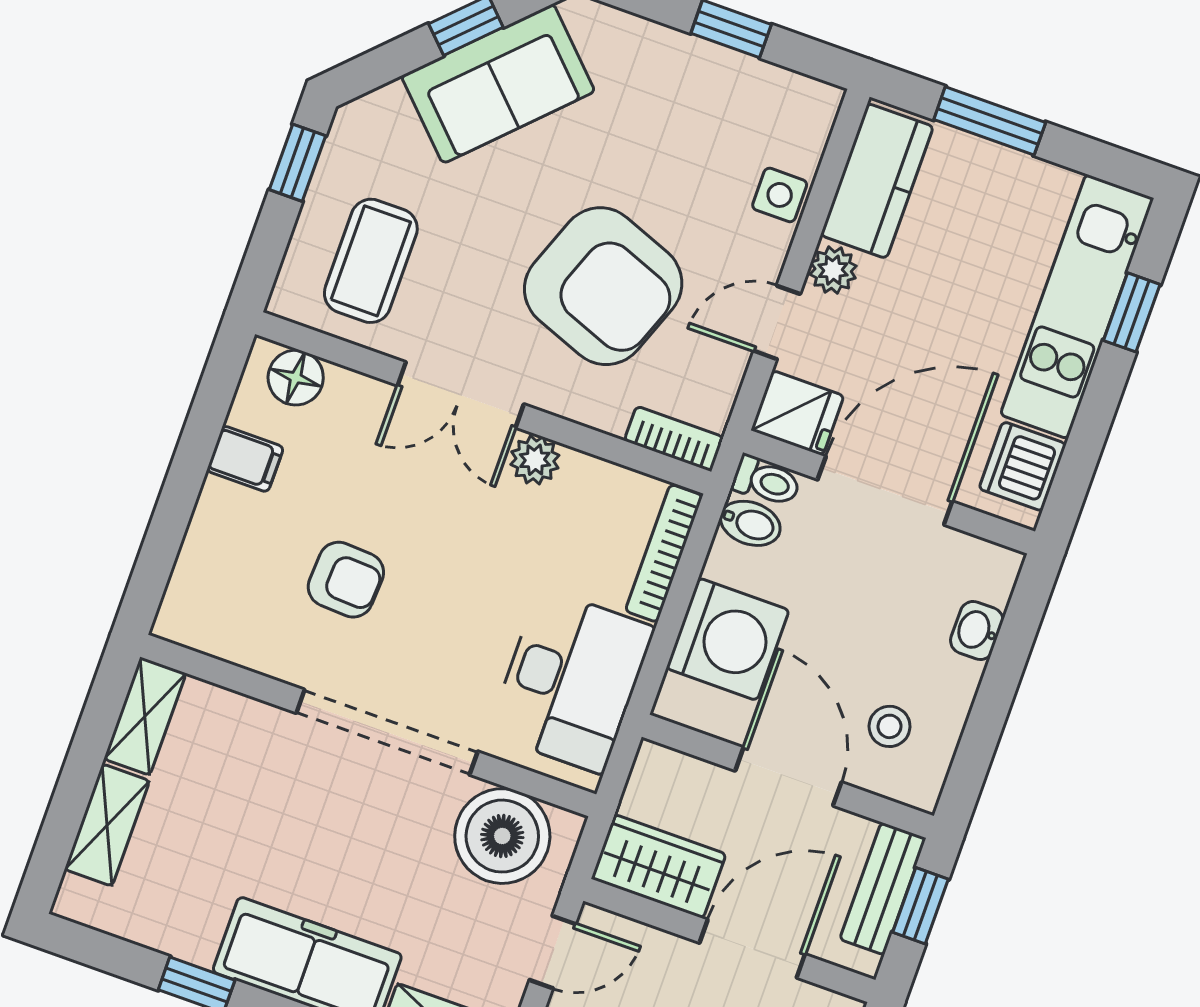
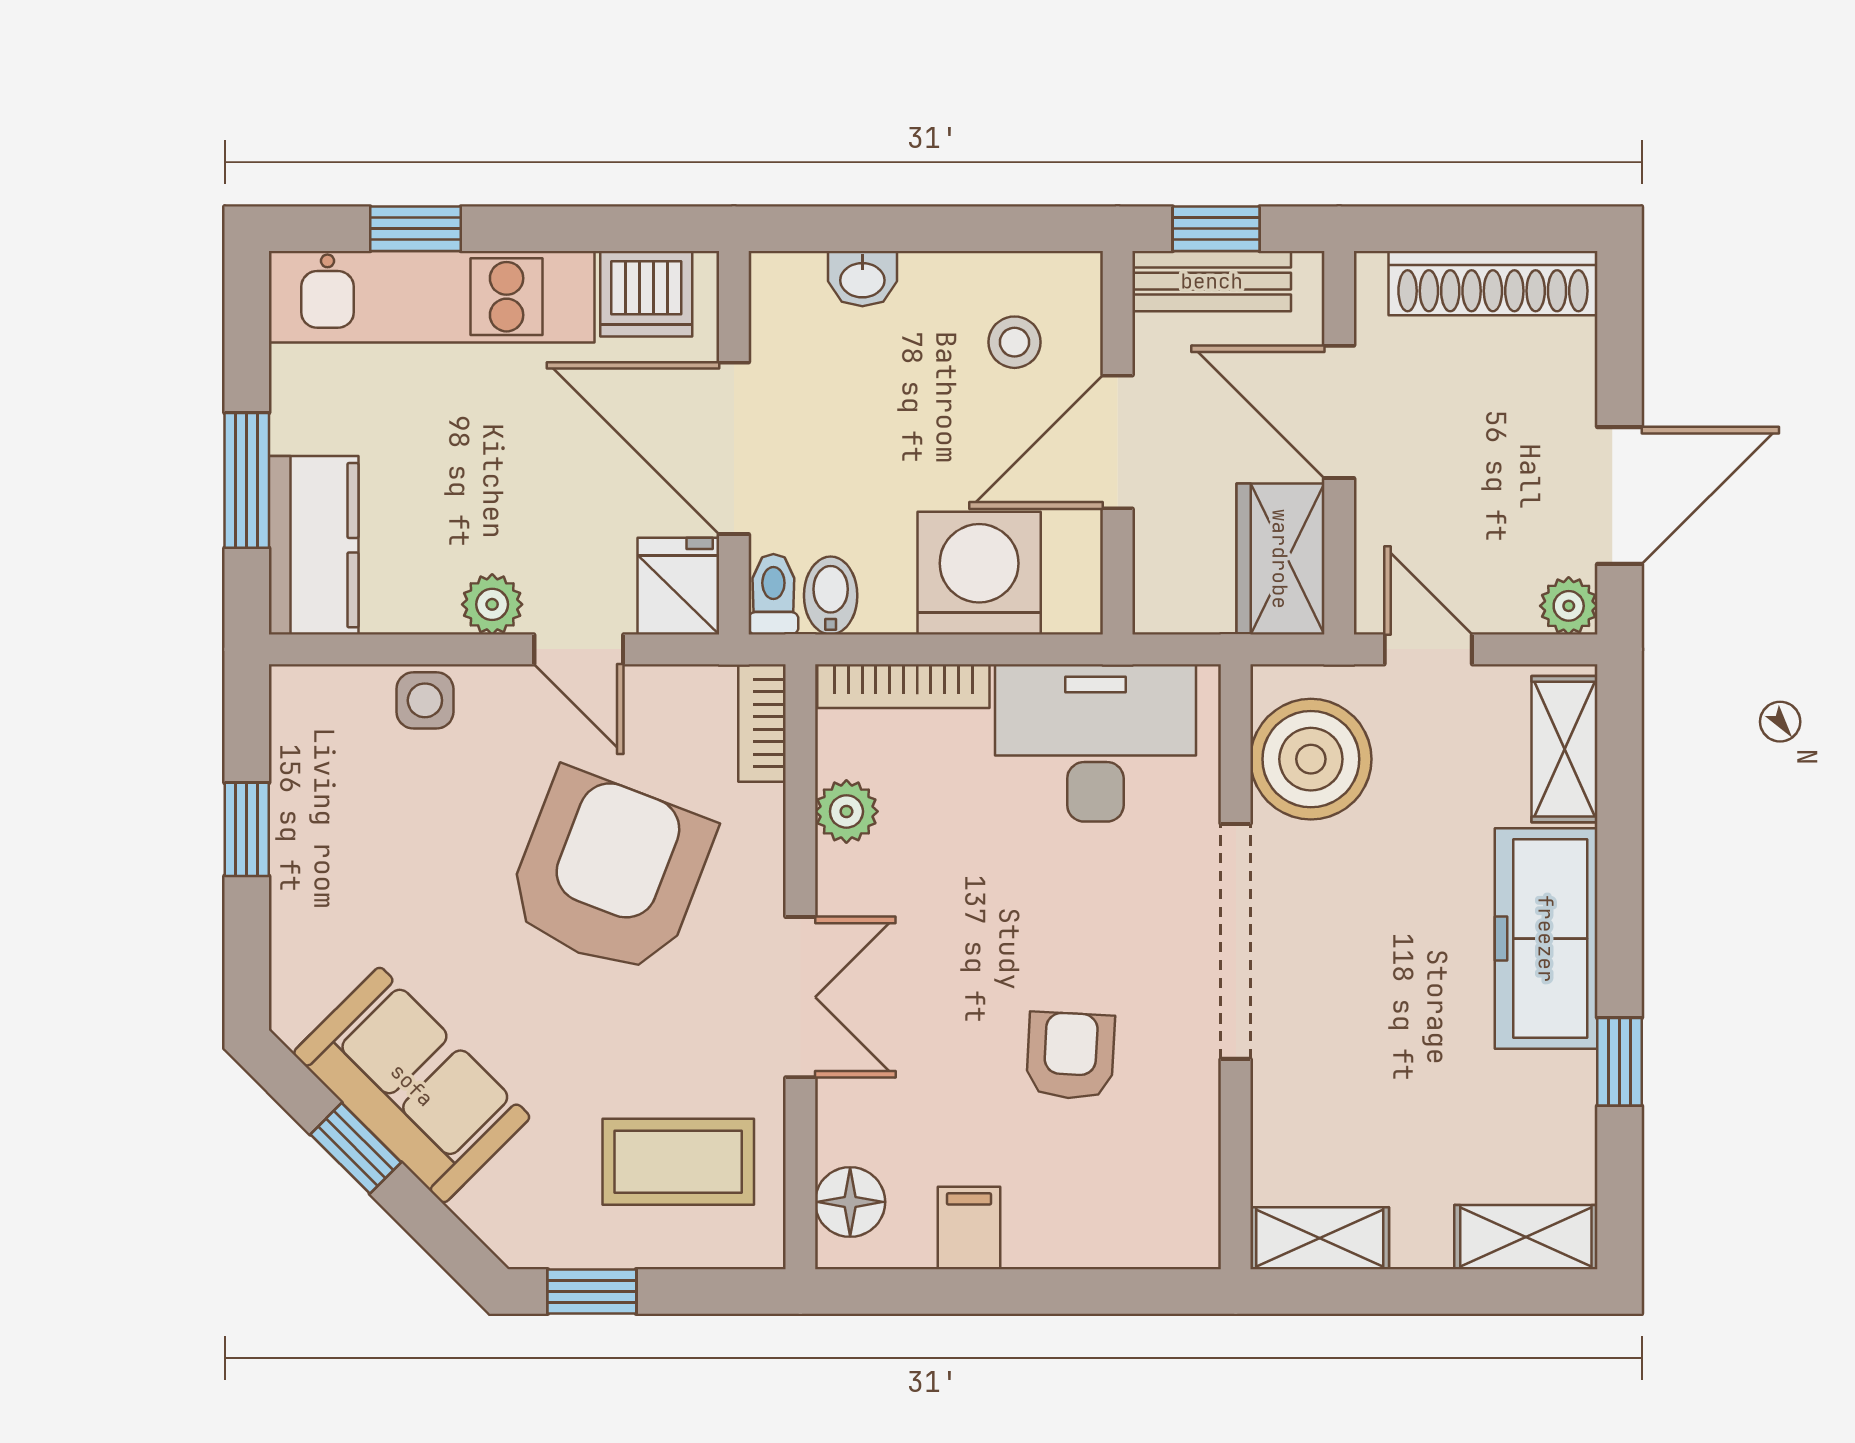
kitchen counter: (877, 181) -> (314, 545), moved, turned 90
plant: (535, 460) -> (846, 811), moved
shelving: (107, 825) -> (1526, 1237), moved

